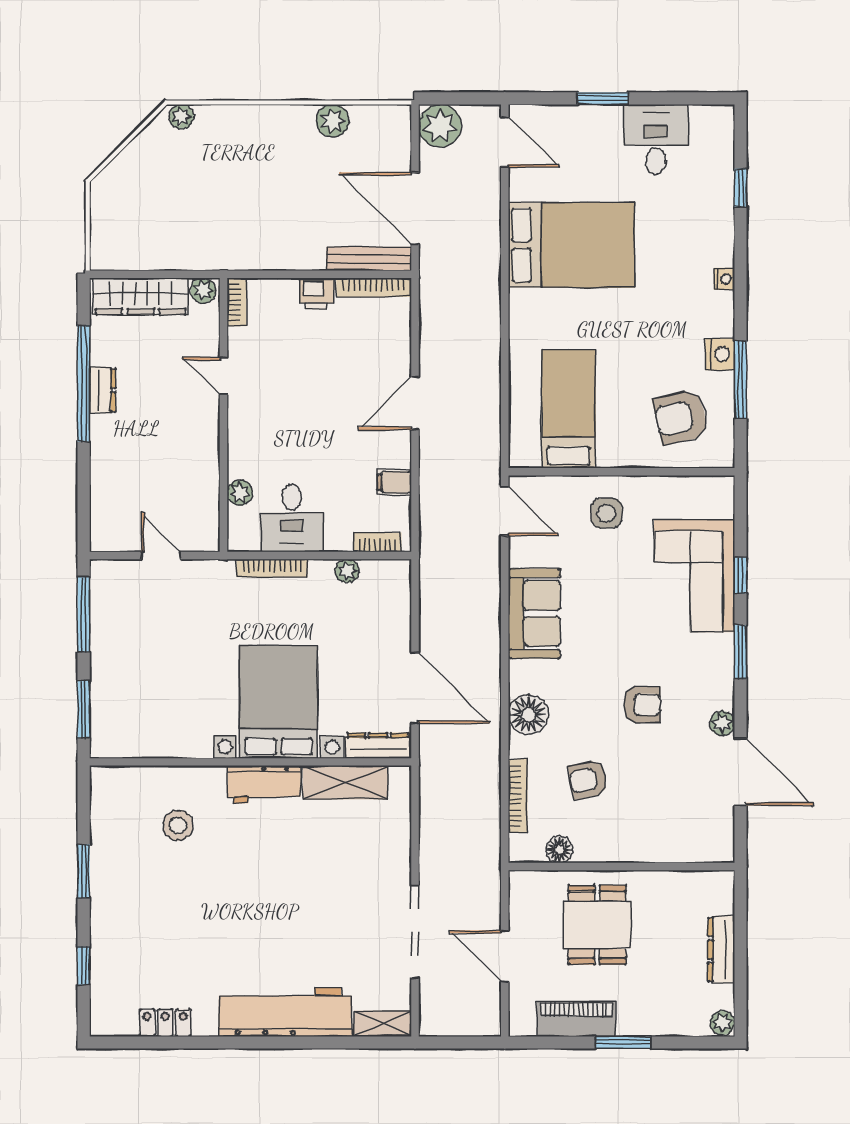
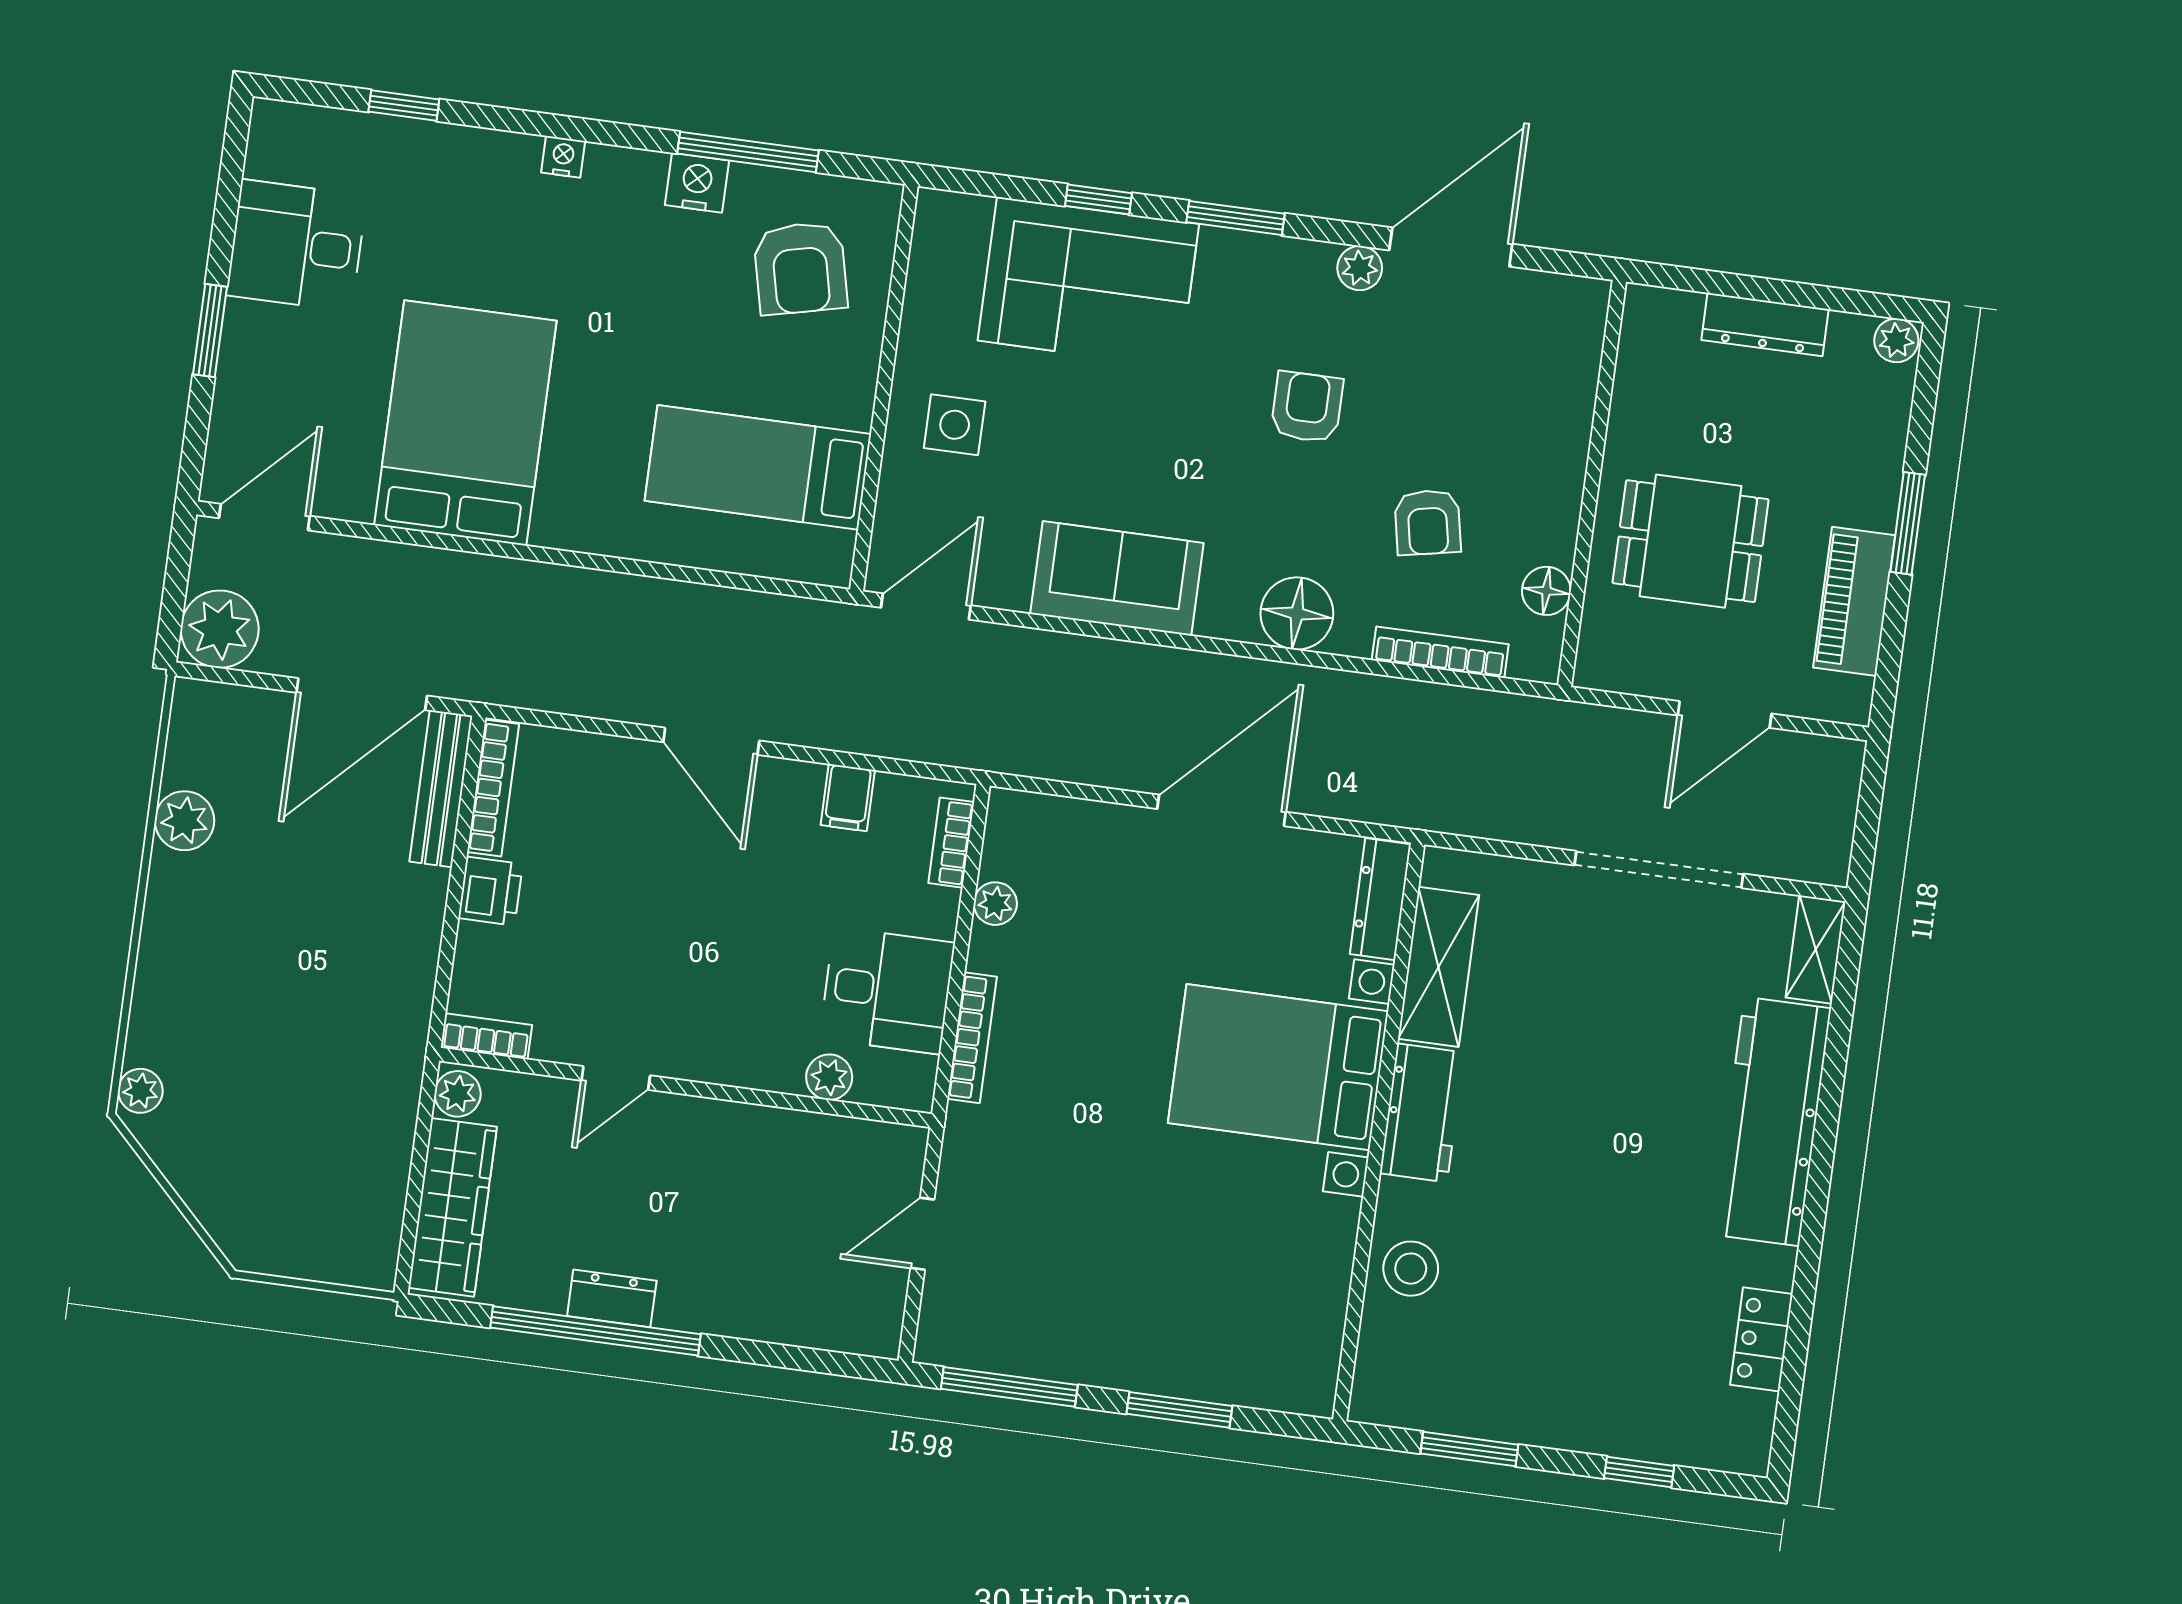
bed with nightstands: (279, 702) -> (1278, 1067), moved
dresser: (378, 746) -> (1380, 899), moved
wall: (250, 762) -> (1379, 1132), moved
shelving: (345, 782) -> (1438, 967), moved
workbench: (264, 784) -> (1422, 1113), moved

